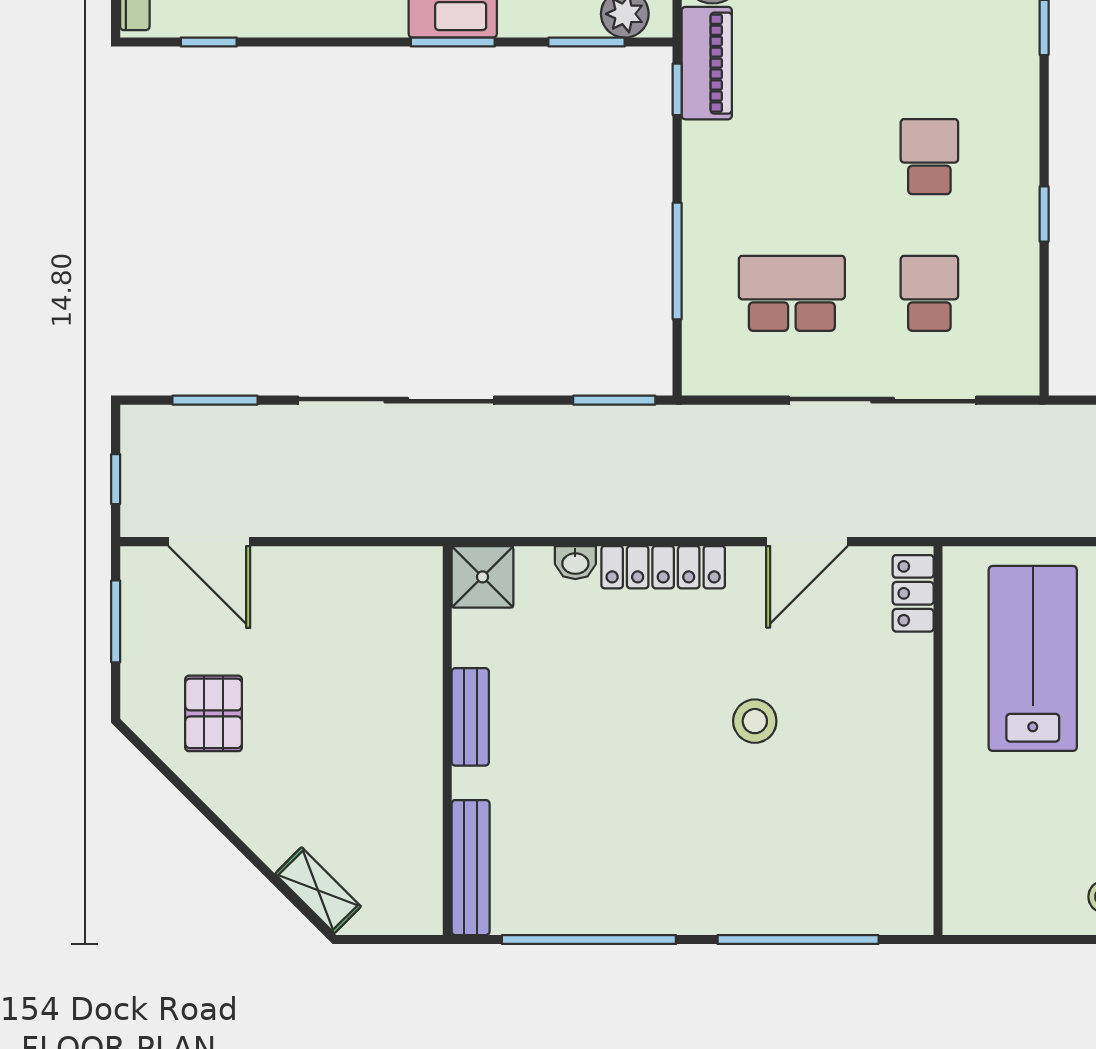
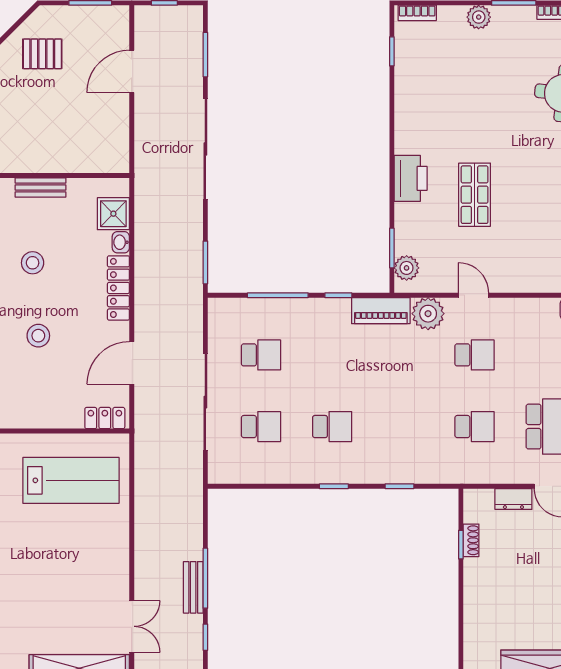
window: (453, 42) -> (392, 178), removed
window: (677, 89) -> (338, 295), moved
window: (1044, 214) -> (334, 486), moved
school desk: (792, 293) -> (261, 355), width x0.54
door: (209, 542) -> (132, 71), moved
door: (807, 542) -> (132, 363), hinge flipped
shower: (483, 577) -> (113, 214), moved
stool: (615, 732) -> (33, 263), added

